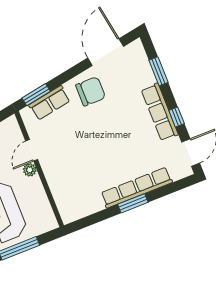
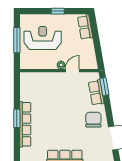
chair: (91, 91) -> (93, 120), turned 180
door: (32, 150) -> (72, 71), hinge flipped

